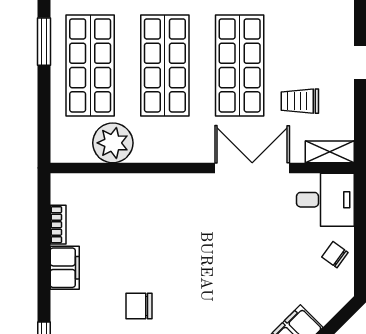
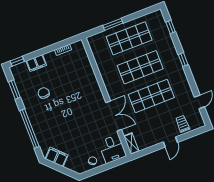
window: (44, 42) -> (113, 24), moved
trolley: (300, 101) -> (183, 124), moved
plant: (113, 143) -> (103, 59), removed
filing cabinet: (65, 268) -> (36, 63), moved

